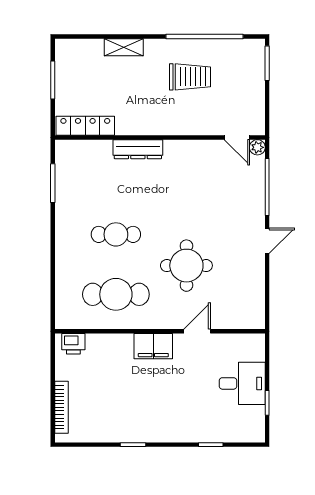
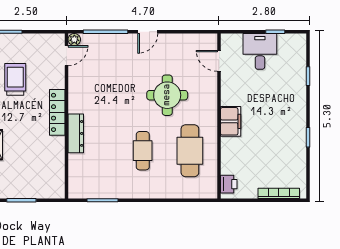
trolley: (190, 77) -> (15, 79), moved
locker: (85, 126) -> (57, 112), moved
door: (267, 241) -> (148, 32), swing flipped
door: (197, 331) -> (219, 61), moved

